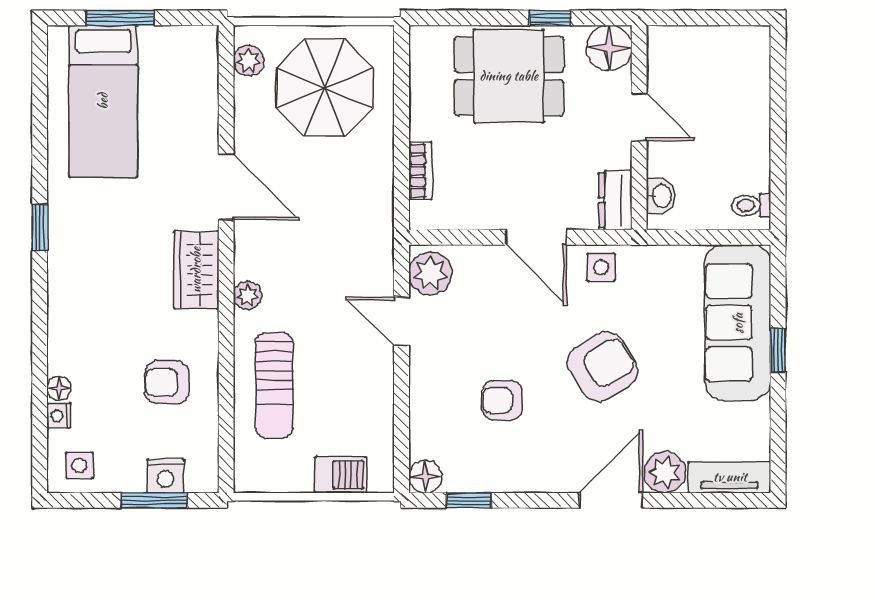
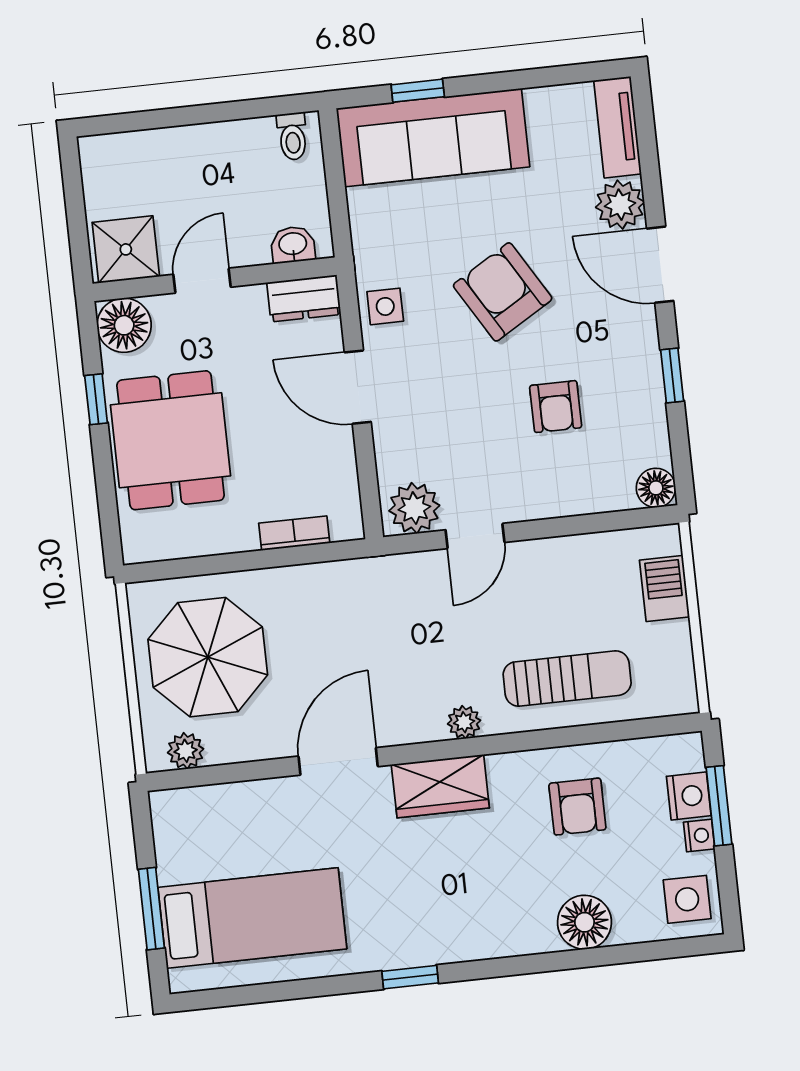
shower: (672, 56) -> (126, 249), added
door: (536, 237) -> (358, 387), swing flipped
window: (778, 350) -> (418, 91), moved
floor lamp: (59, 388) -> (584, 922), width x1.89, depth x1.89
nightstand: (59, 416) -> (699, 836), moved, turned -90
side table: (79, 465) -> (687, 899), width x1.37, depth x1.37
window: (469, 500) -> (672, 376), moved

